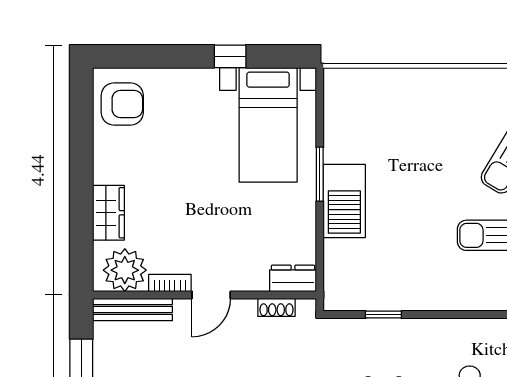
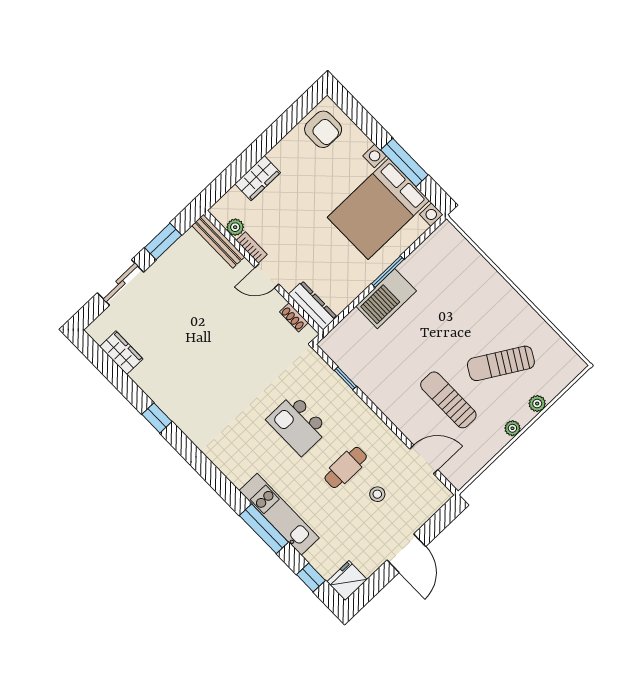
window: (230, 56) -> (404, 162), width x2.17
bed with nightstands: (268, 125) -> (378, 209), width x1.36
plant: (125, 270) -> (235, 227), width x0.53, depth x0.53
dresser: (293, 278) -> (313, 306), width x1.44

